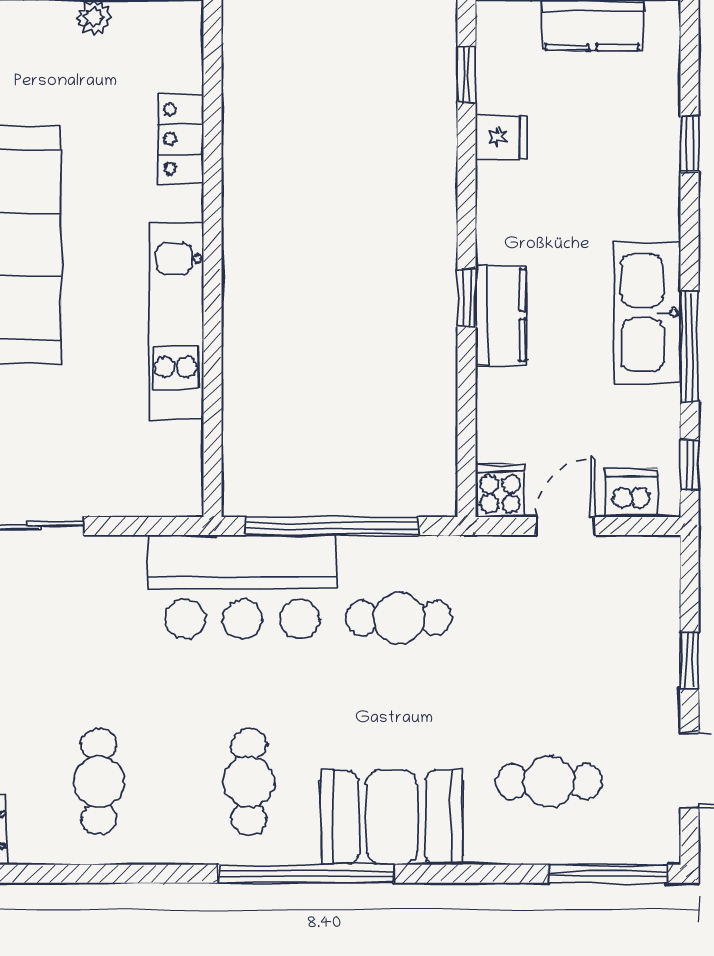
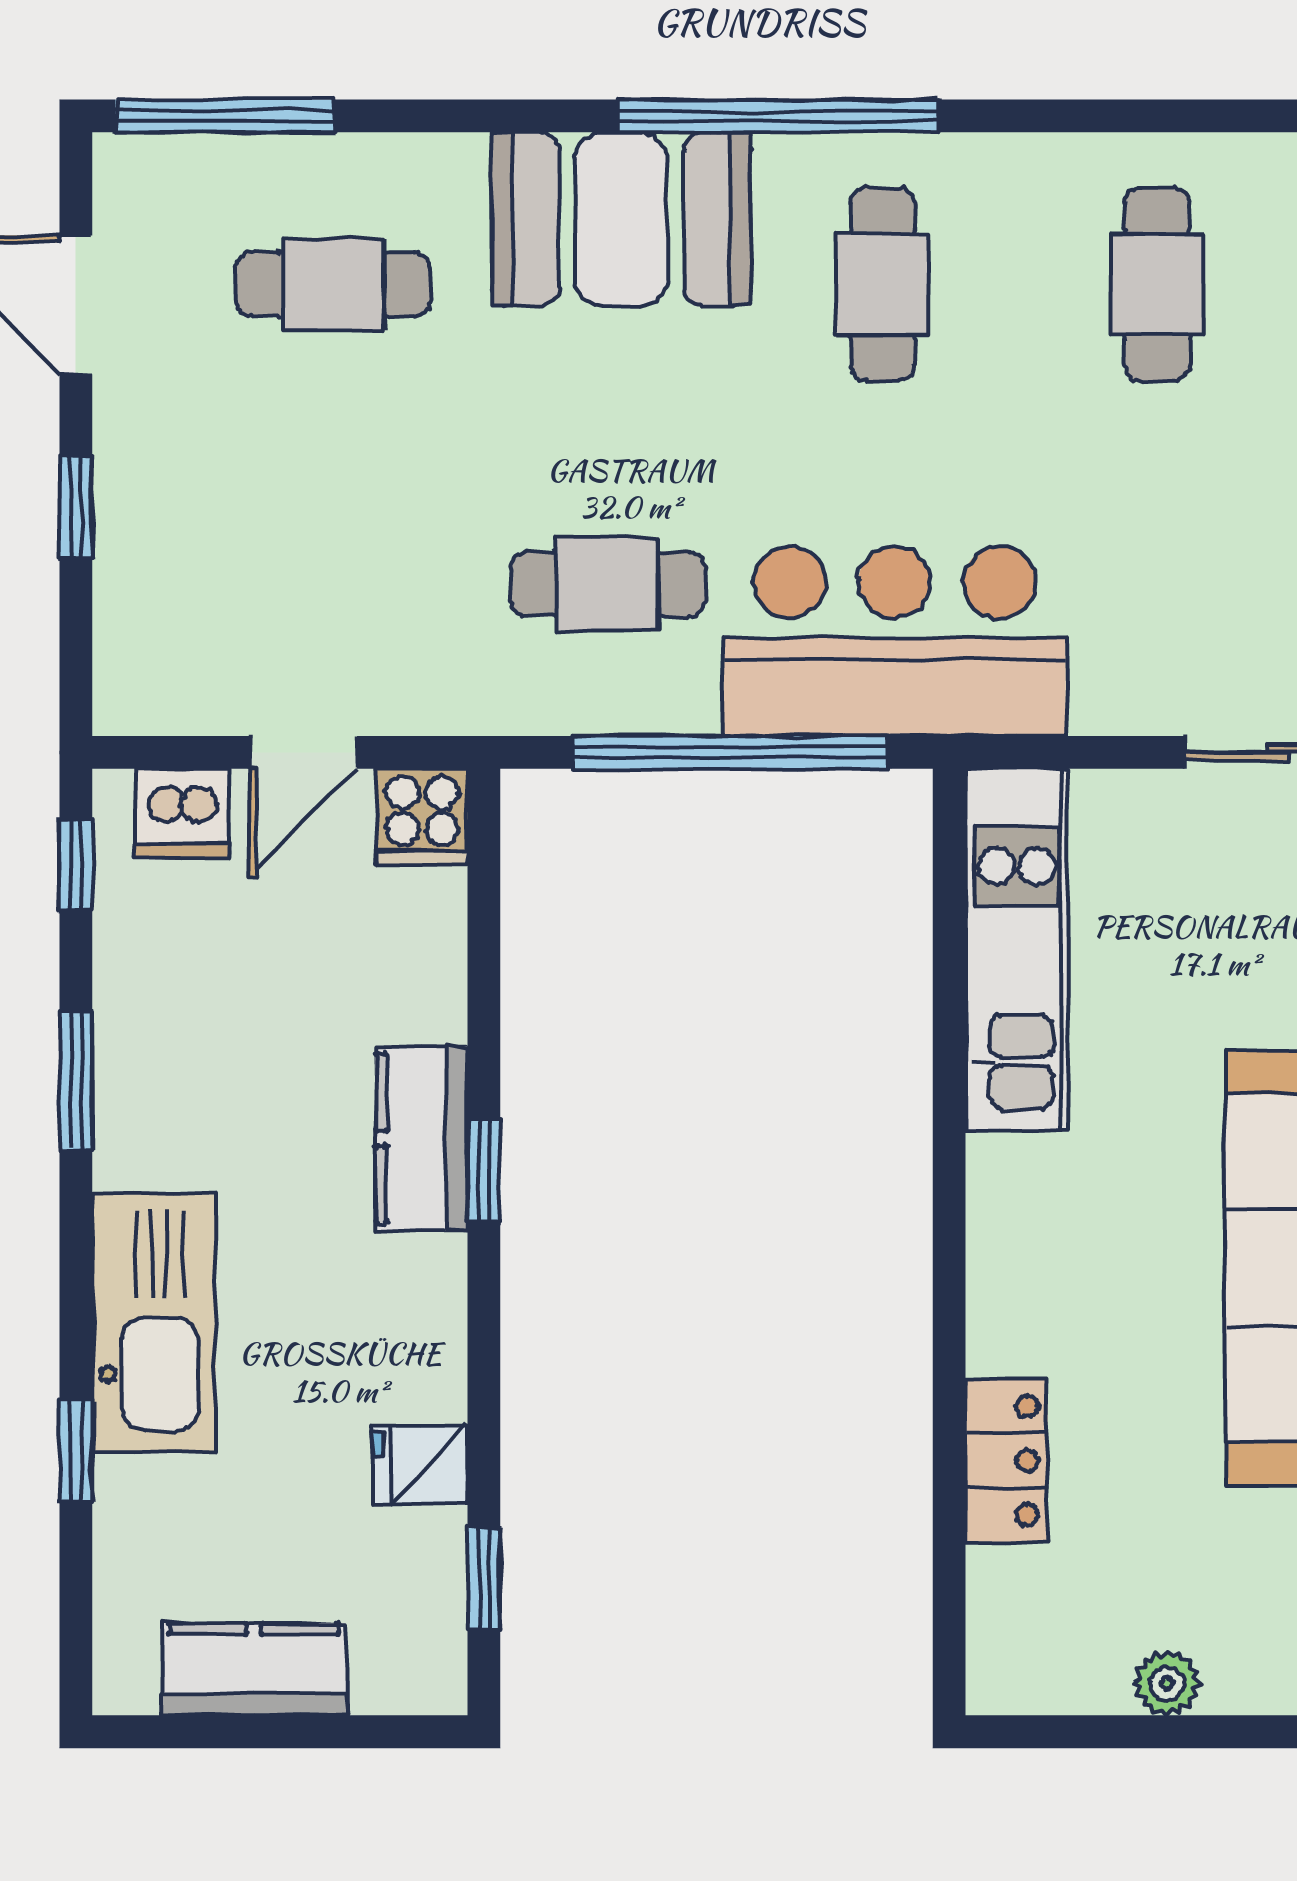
kitchen sink: (647, 313) -> (154, 1323), moved
kitchen unit: (176, 322) -> (1016, 949), moved
window: (690, 347) -> (76, 1080), width x0.69

